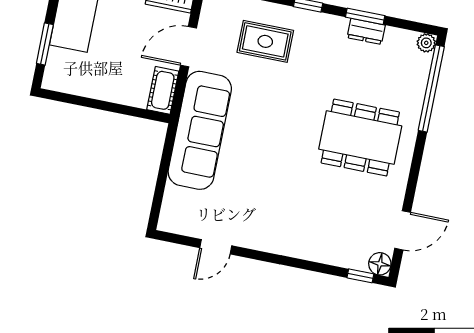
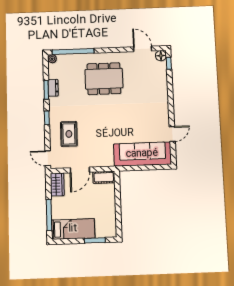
door: (188, 47) -> (80, 170), hinge flipped
sofa: (200, 130) -> (142, 154), moved
dining table: (360, 138) -> (104, 79), turned 90
door: (216, 247) -> (172, 134), hinge flipped

